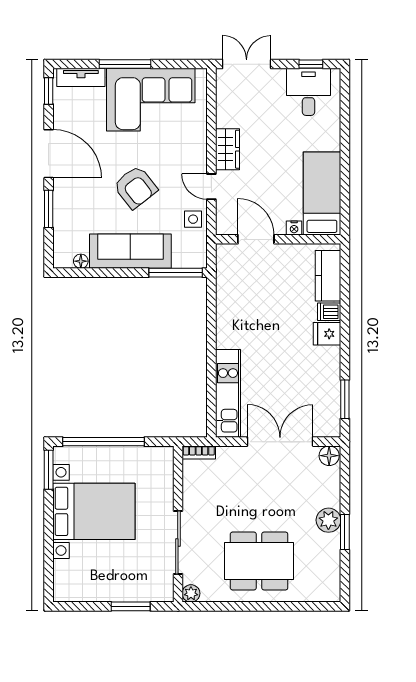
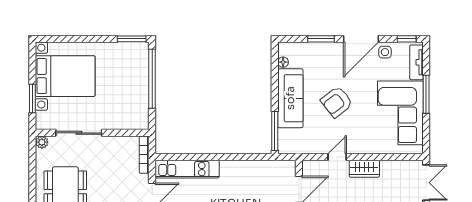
side table: (193, 219) -> (385, 52), moved
bookcase: (199, 452) -> (144, 155), width x1.56
bed with nightstands: (94, 511) -> (65, 76), moved, turned -90

